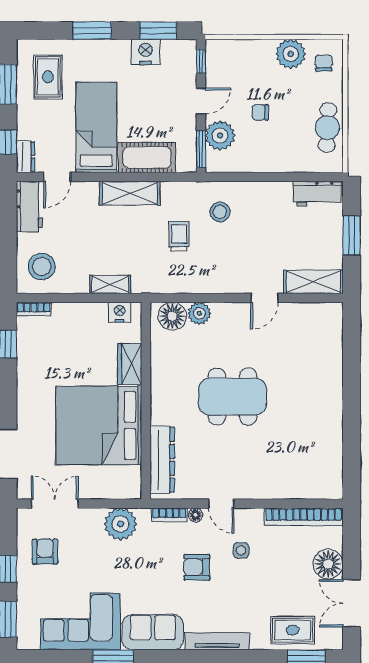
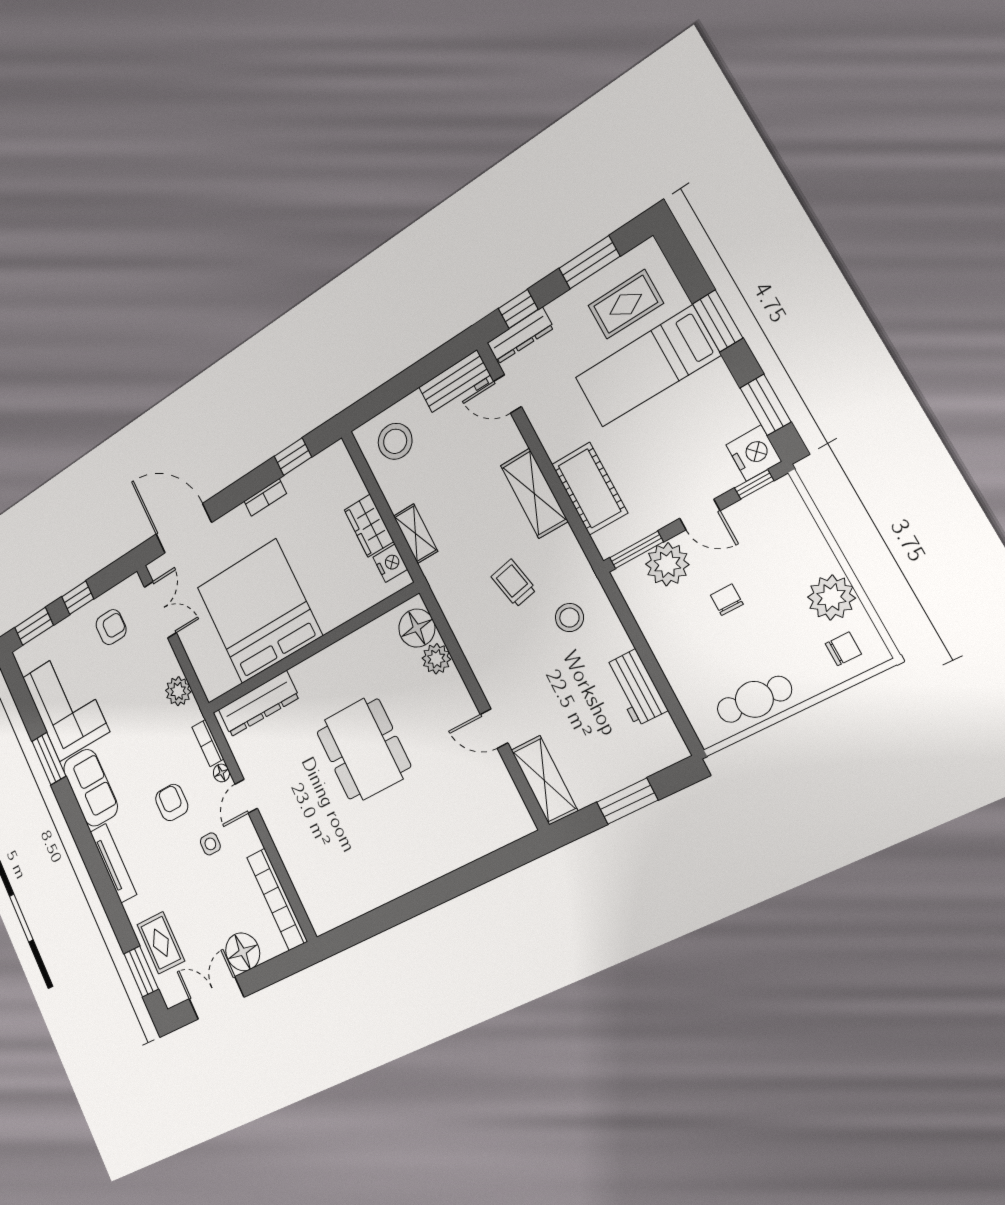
nightstand: (145, 52) -> (754, 453), moved
bed: (96, 127) -> (647, 367), moved, turned 180
dresser: (26, 157) -> (520, 336), width x1.44
workbench: (317, 194) -> (636, 688), moved
trolley: (179, 236) -> (514, 583), turned -102
bookcase: (34, 309) -> (265, 497), moved, turned -90
wardrobe: (130, 364) -> (369, 526), moved, turned -90
plant: (121, 524) -> (178, 691), width x0.73, depth x0.73

